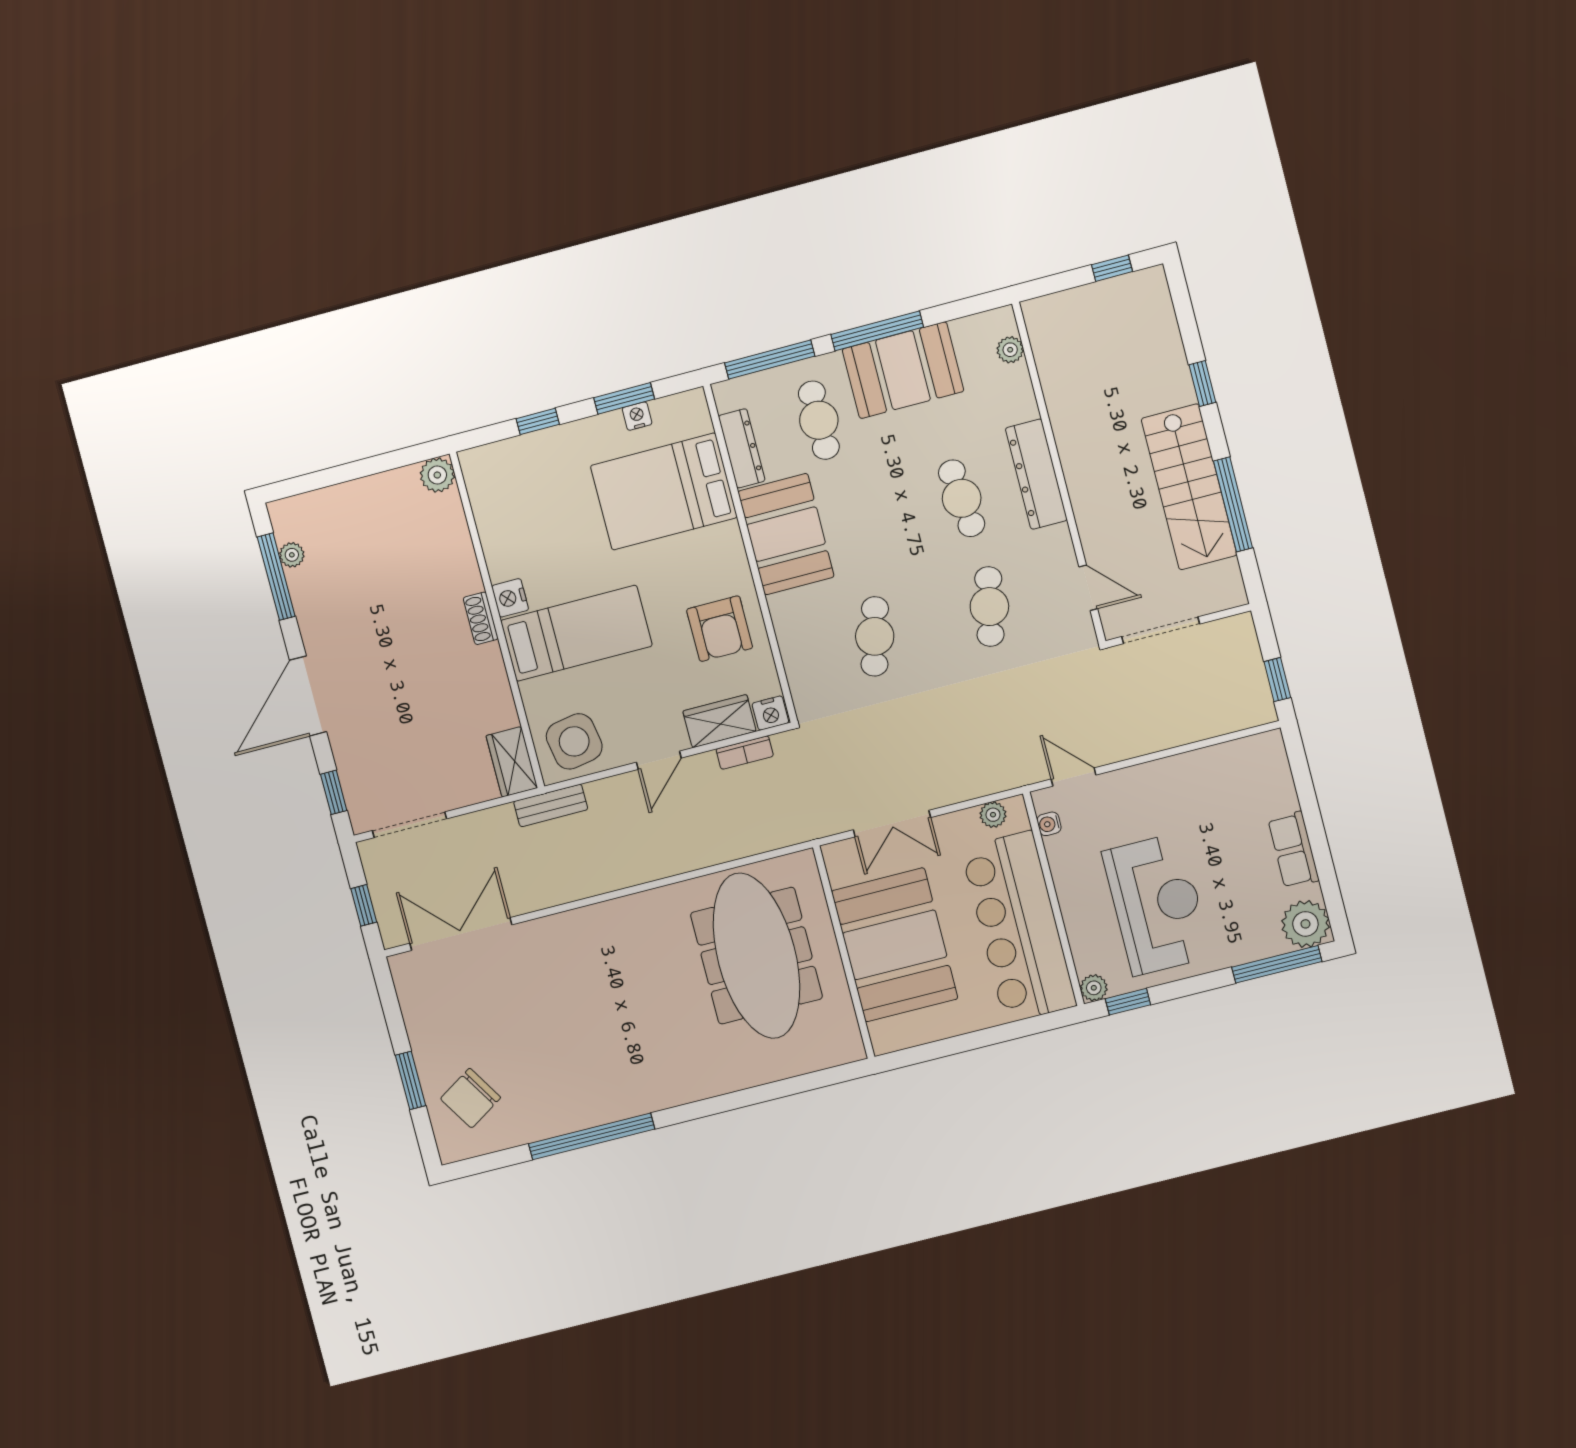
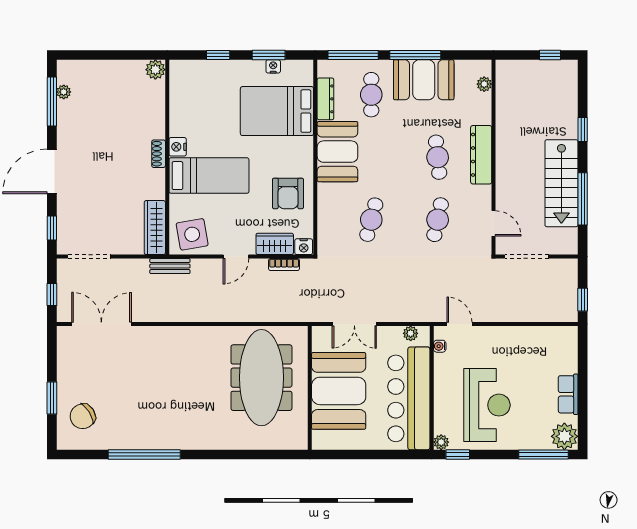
wardrobe: (512, 762) -> (155, 228), width x1.50

